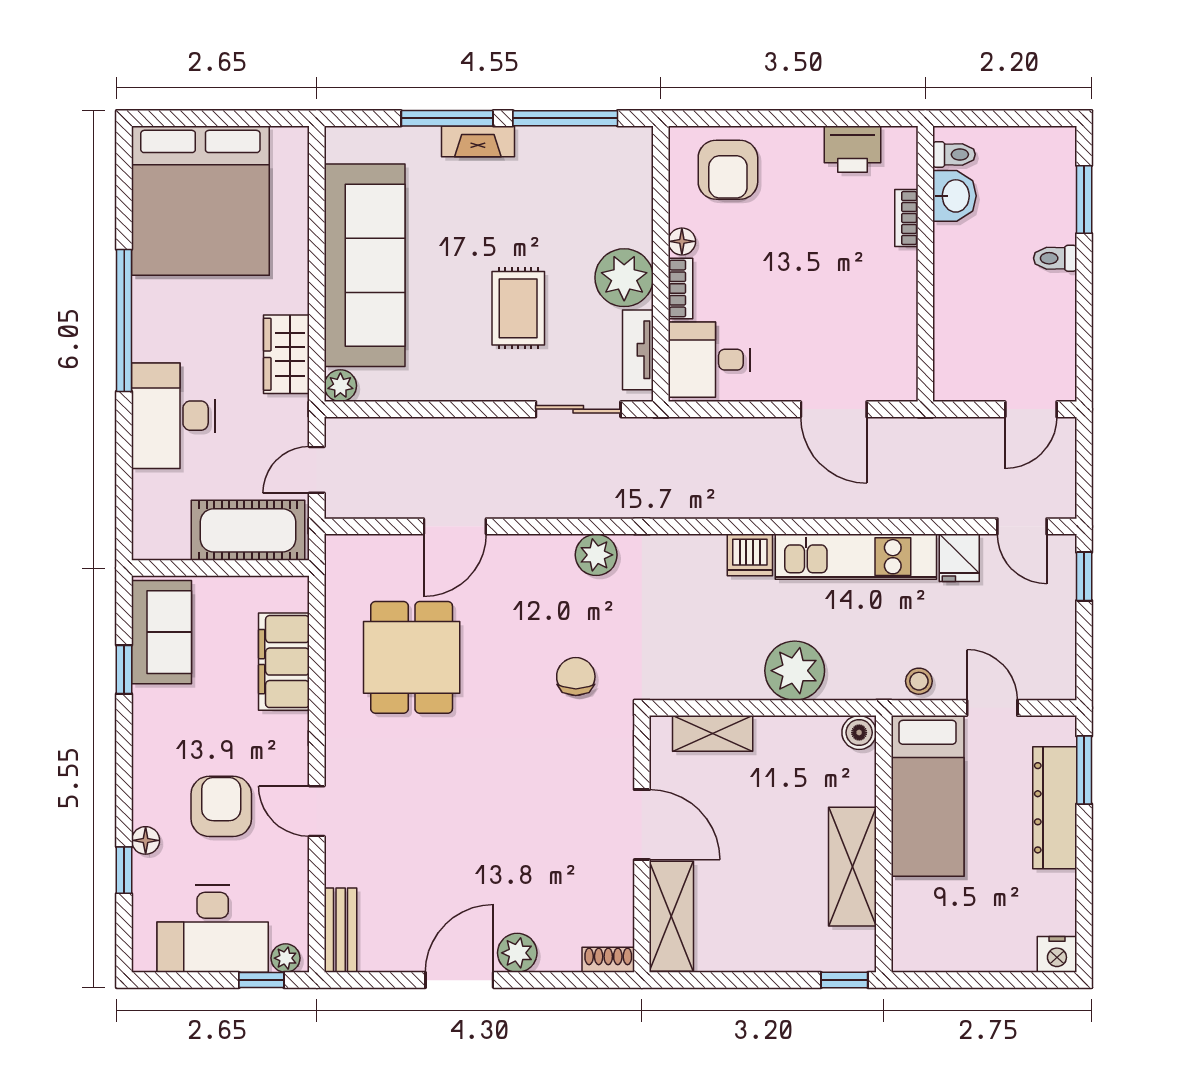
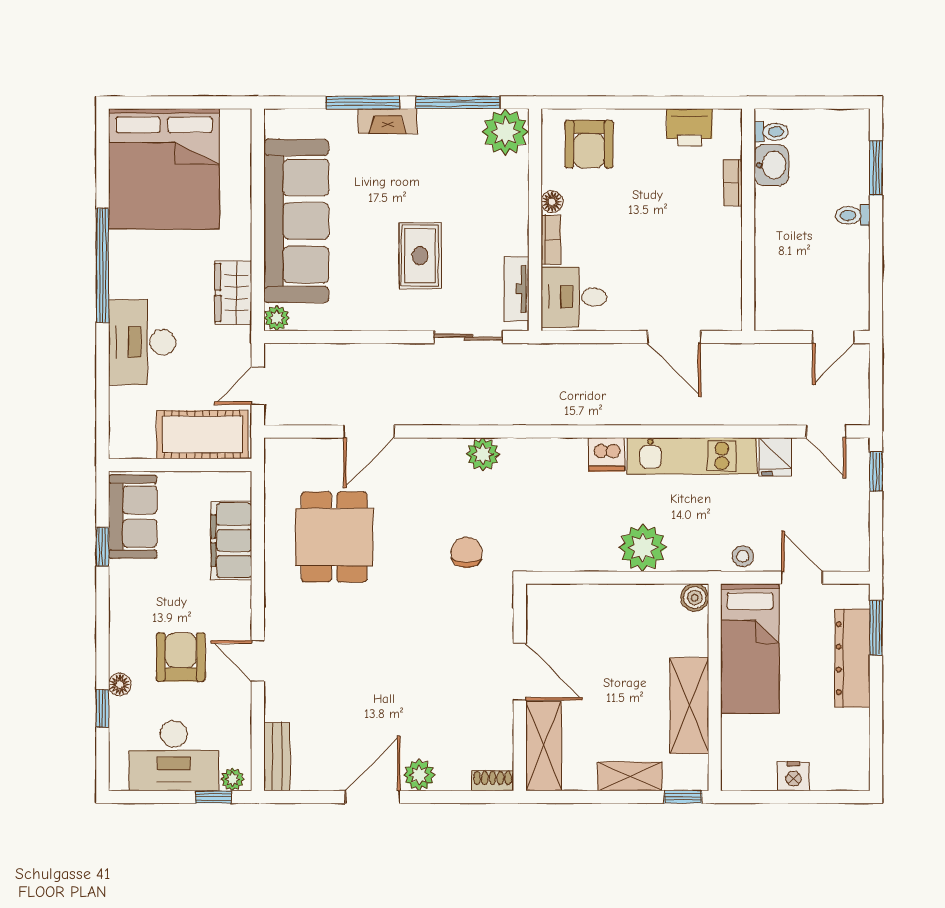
plant: (624, 278) -> (505, 132), moved
shelving: (713, 733) -> (630, 776), moved
nightstand: (1057, 954) -> (793, 776), moved

